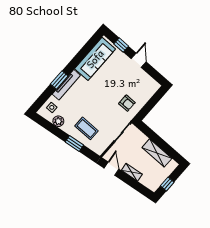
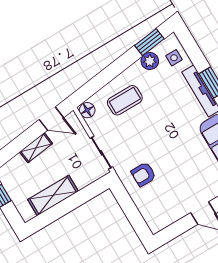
window: (74, 143) -> (149, 42), moved
floor lamp: (100, 149) -> (87, 110), added

